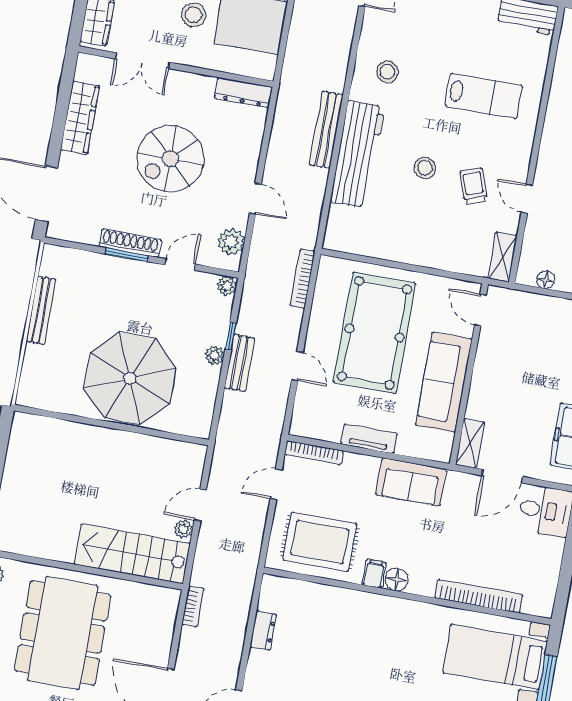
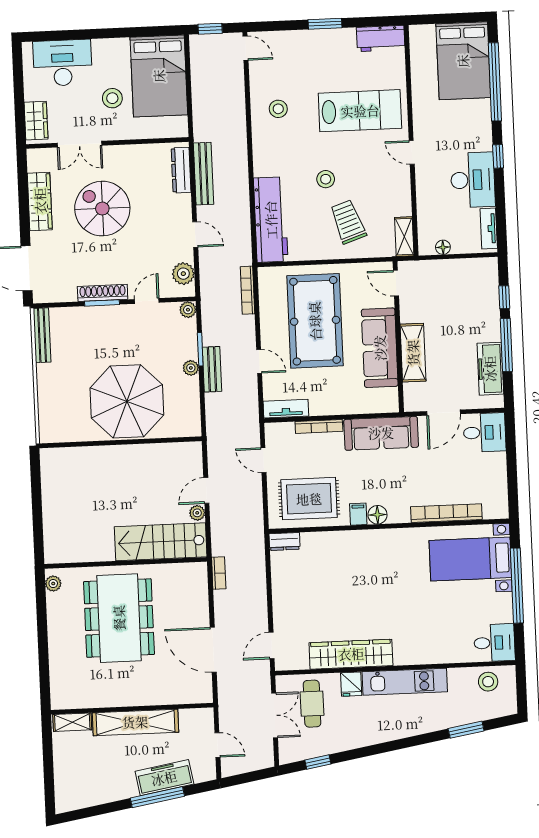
dresser: (244, 93) -> (181, 170), moved, turned 90
lab bench: (484, 96) -> (360, 111), width x1.36, depth x1.39
bench: (326, 130) -> (204, 174), moved
workbench: (357, 154) -> (271, 220), moved
spiral stairs: (170, 159) -> (102, 209), moved, turned 90
trolley: (474, 186) -> (348, 222), moved, width x1.36, depth x1.39
door: (527, 199) -> (412, 152), moved
bench: (41, 310) -> (42, 335), moved
window: (231, 336) -> (200, 349), width x1.50
tv unit: (369, 439) -> (286, 409), moved
shelving: (470, 444) -> (413, 353), moved, width x1.50, depth x1.33
bookcase: (314, 453) -> (319, 426), moved
sofa: (411, 482) -> (381, 433), width x1.36
door: (276, 484) -> (263, 460), hinge flipped
dresser: (263, 631) -> (285, 541), moved, turned 90

